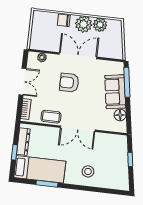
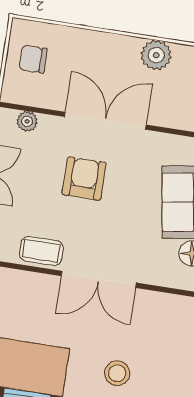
chair: (64, 20) -> (33, 59), moved
plant: (84, 24) -> (121, 53), removed
armchair: (69, 83) -> (84, 178), turned 90

